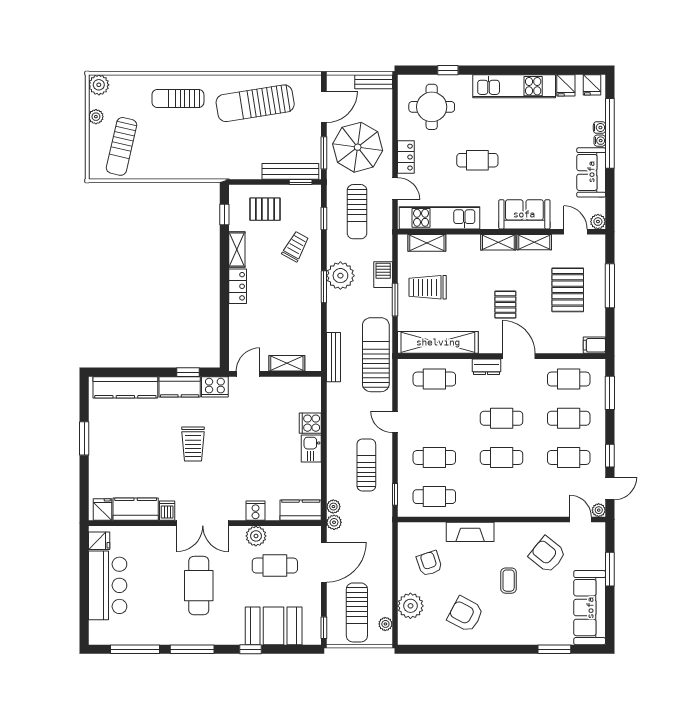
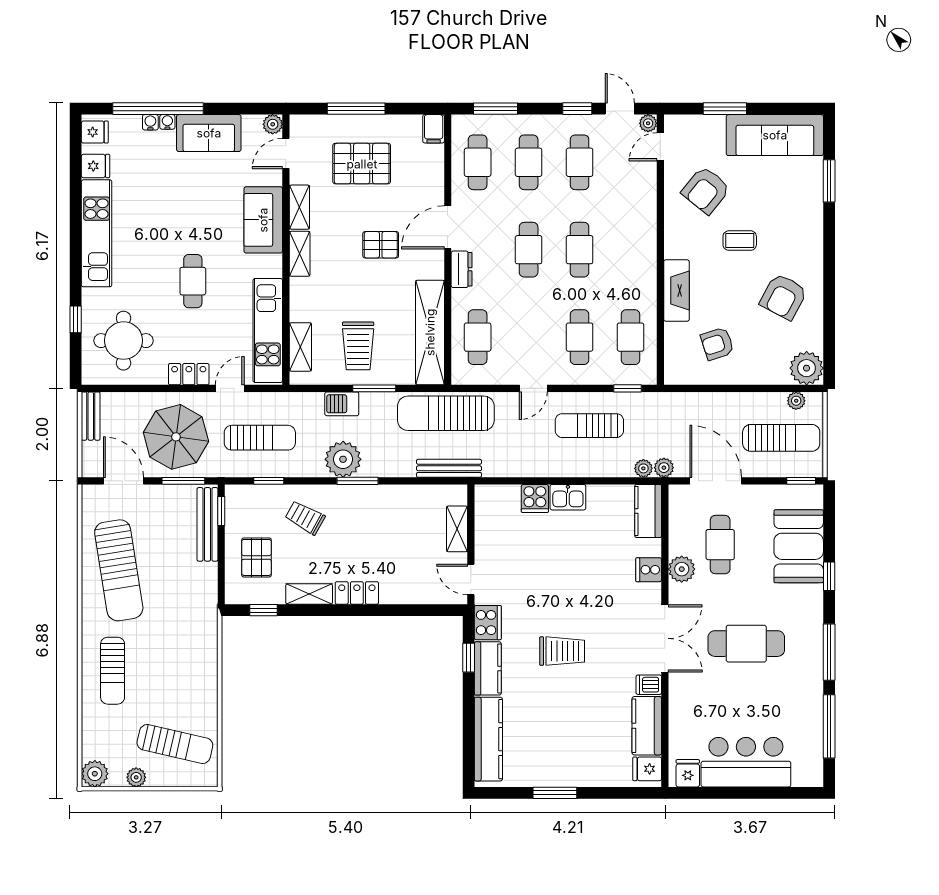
plant: (410, 606) -> (807, 368), moved

